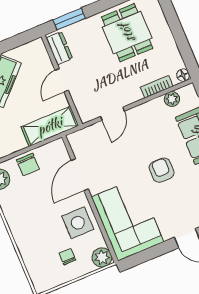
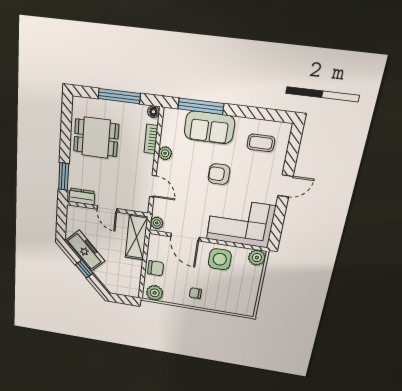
window: (179, 35) -> (119, 96), added
plant: (172, 99) -> (165, 153), moved
plant: (77, 138) -> (157, 223), added
chair: (67, 257) -> (195, 293), moved

